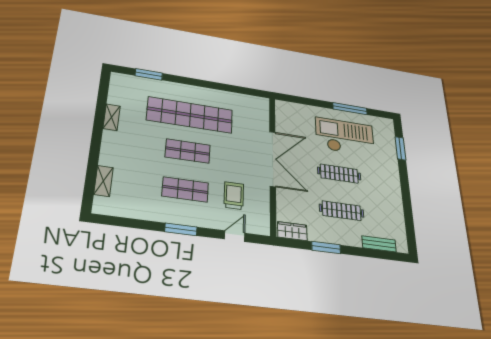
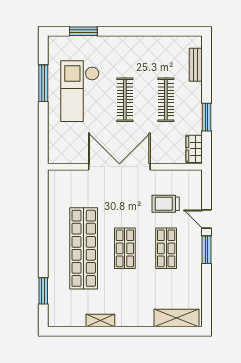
shelving: (103, 181) -> (176, 318), width x1.50, depth x1.33
door: (235, 236) -> (206, 219), moved

